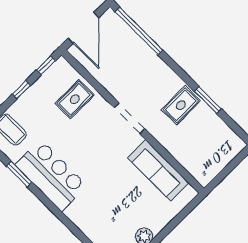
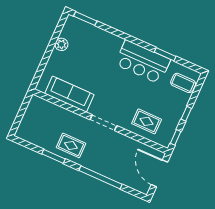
window: (139, 31) -> (101, 177), moved
rug: (75, 99) -> (147, 121), turned 90
rug: (181, 105) -> (71, 145), turned 90

